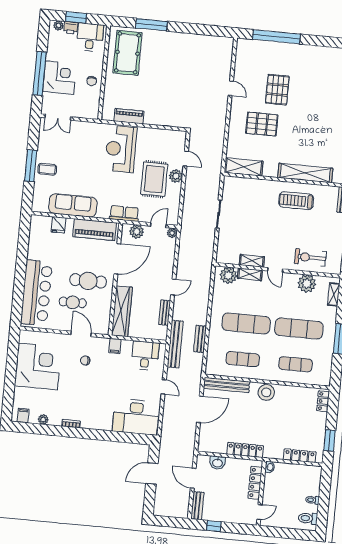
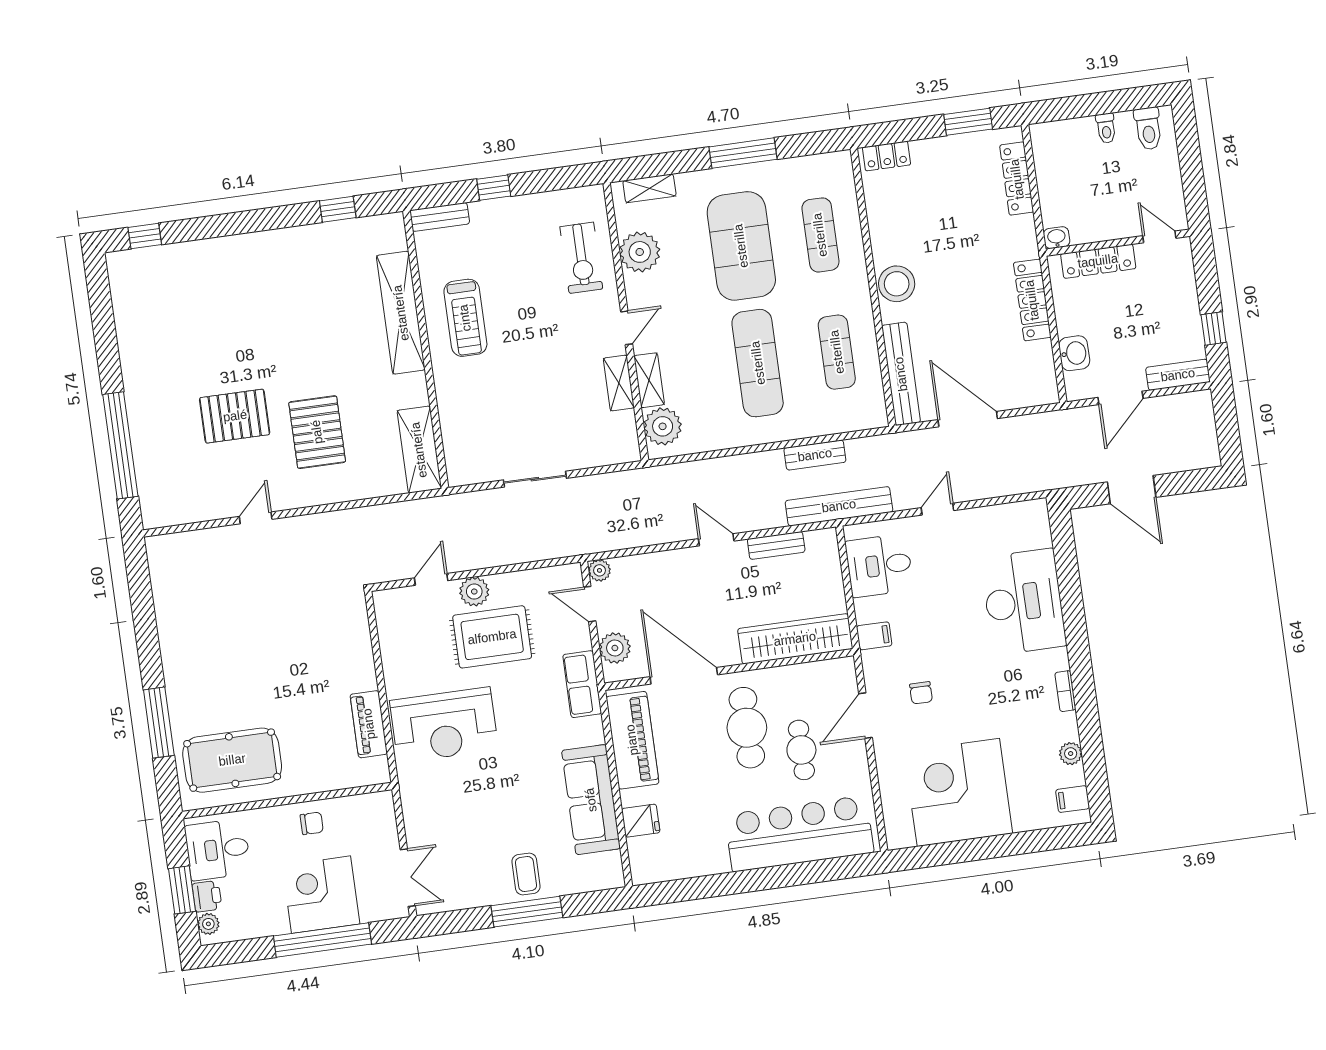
exercise mat: (299, 329) -> (741, 246), width x1.47
desk: (136, 417) -> (1024, 602), moved

